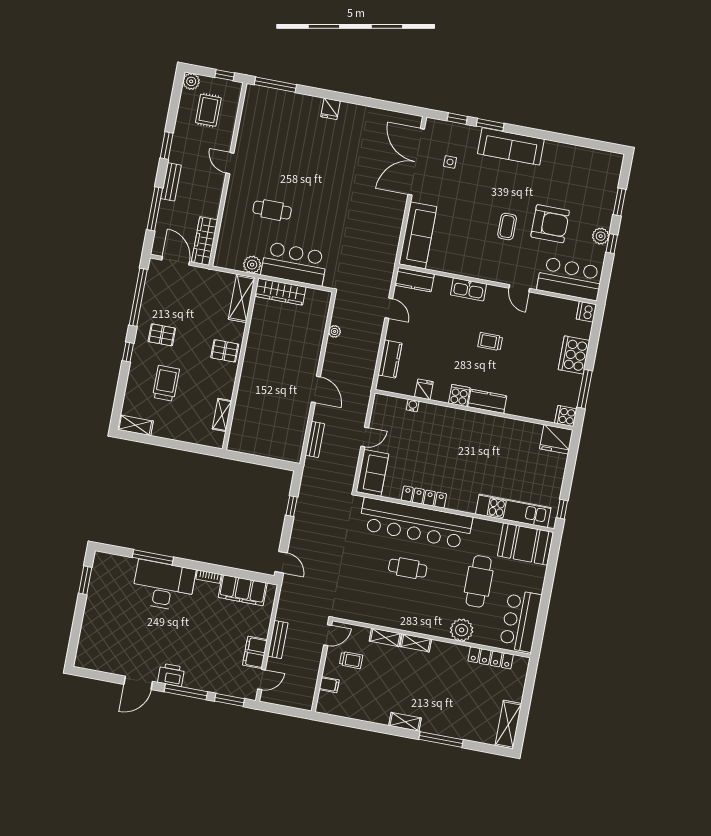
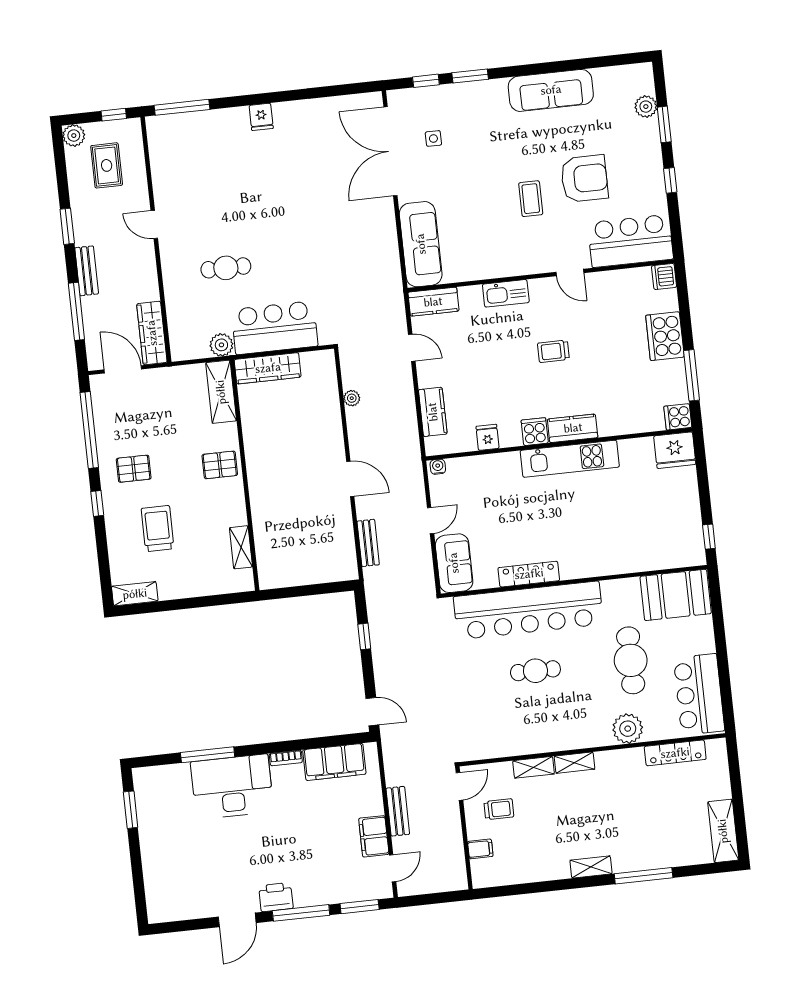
sofa: (511, 146) -> (551, 90), moved
plant: (601, 236) -> (646, 107), moved
water cooler: (413, 405) -> (438, 467), moved
kitchen unit: (513, 511) -> (570, 459), moved, turned 180

